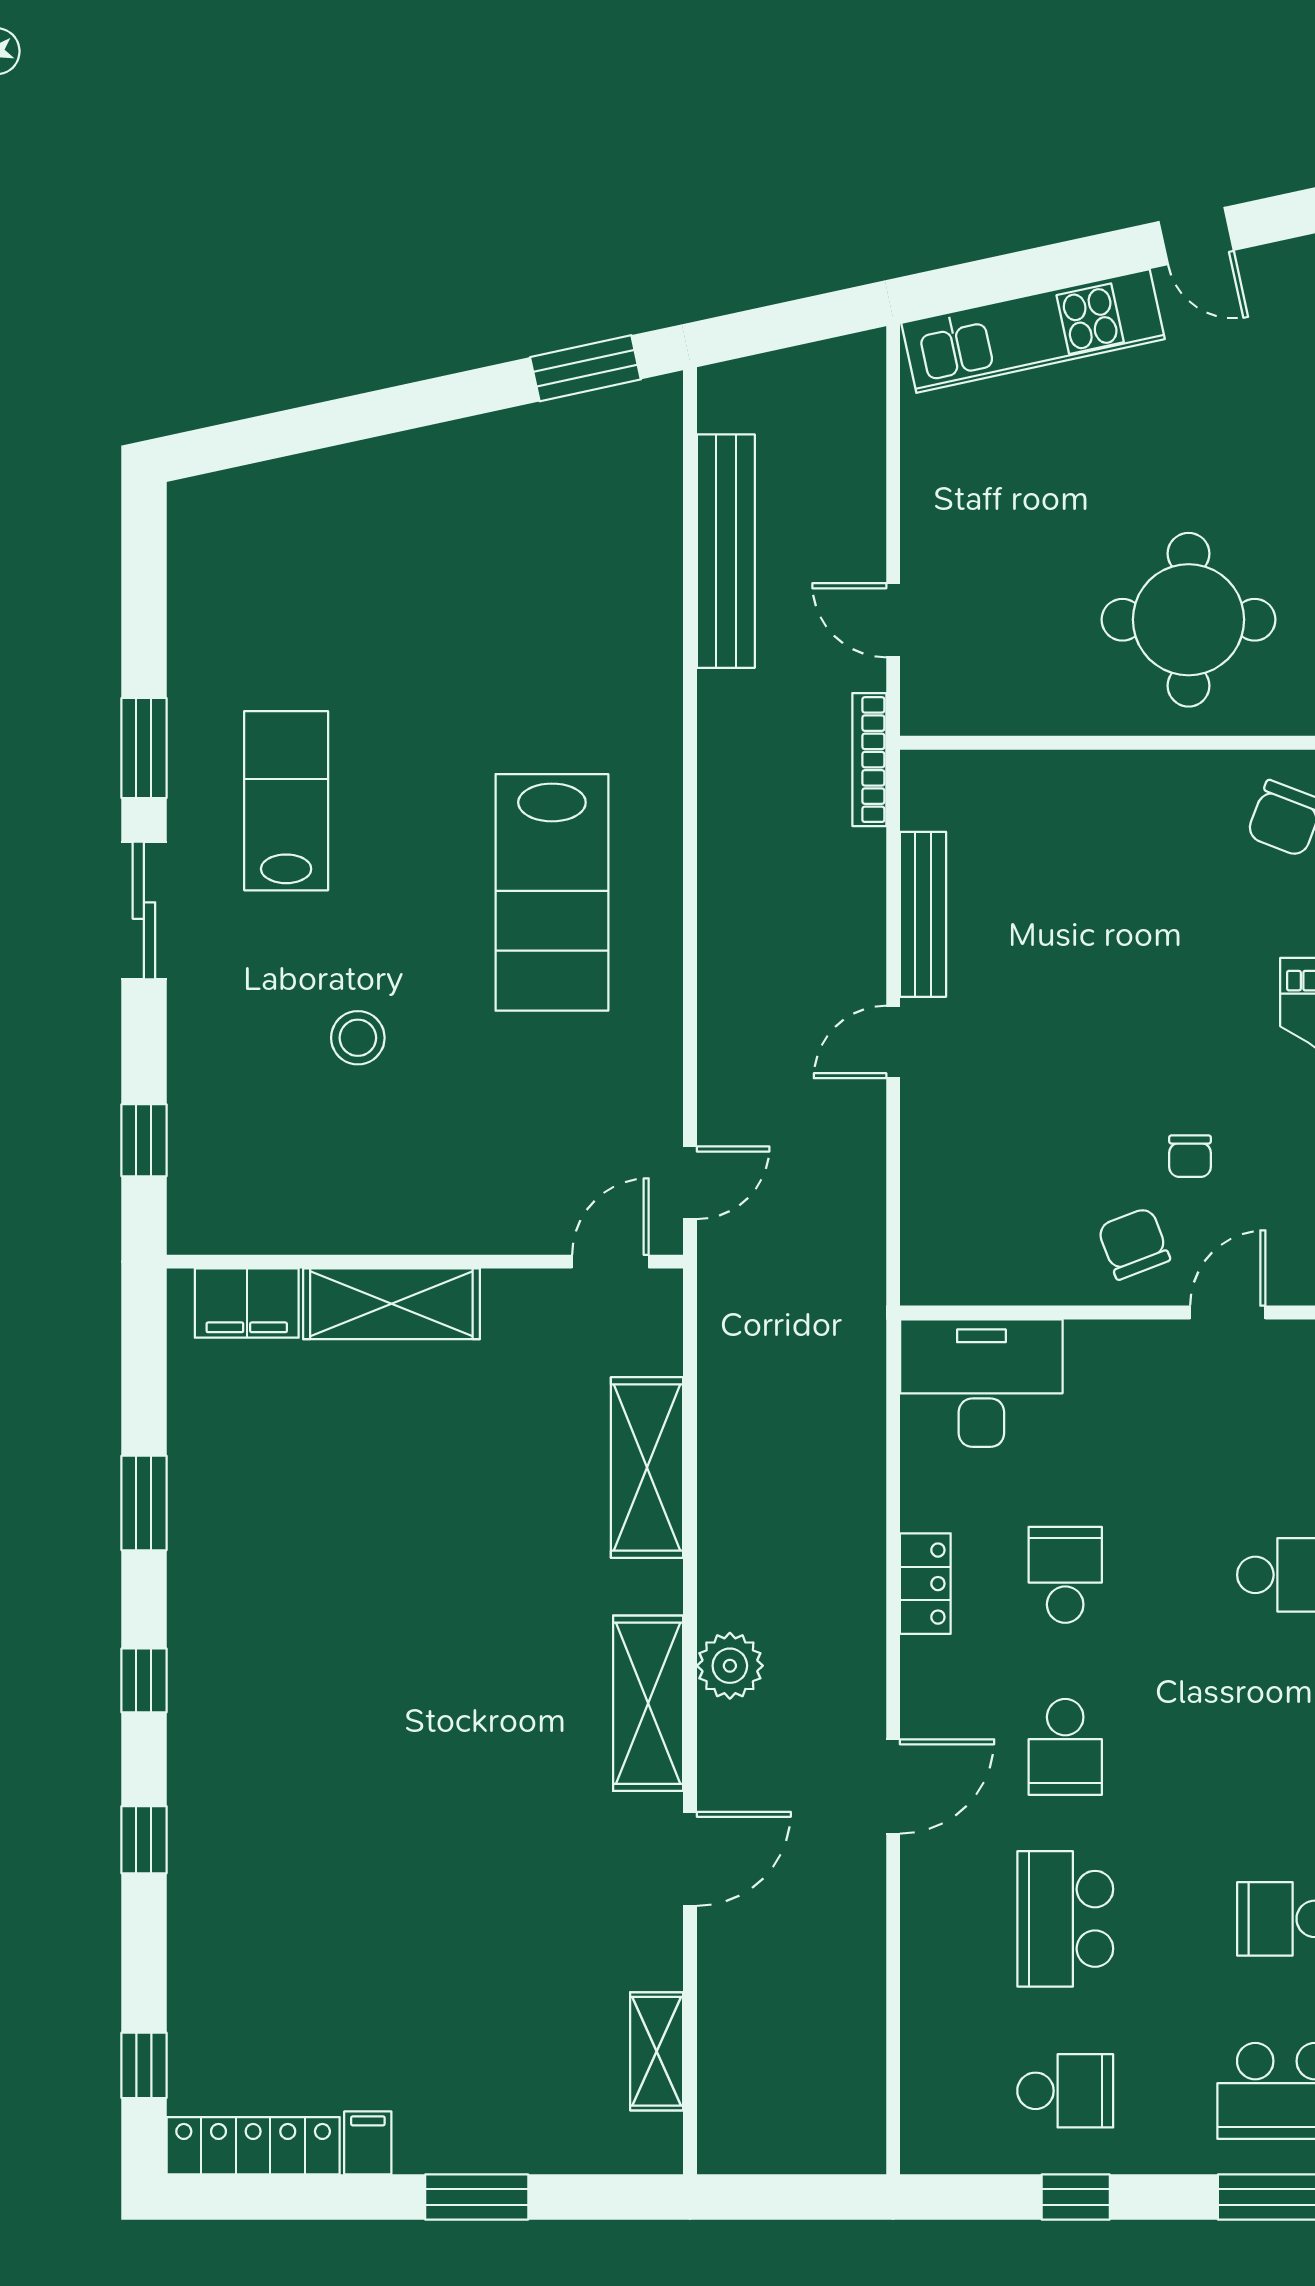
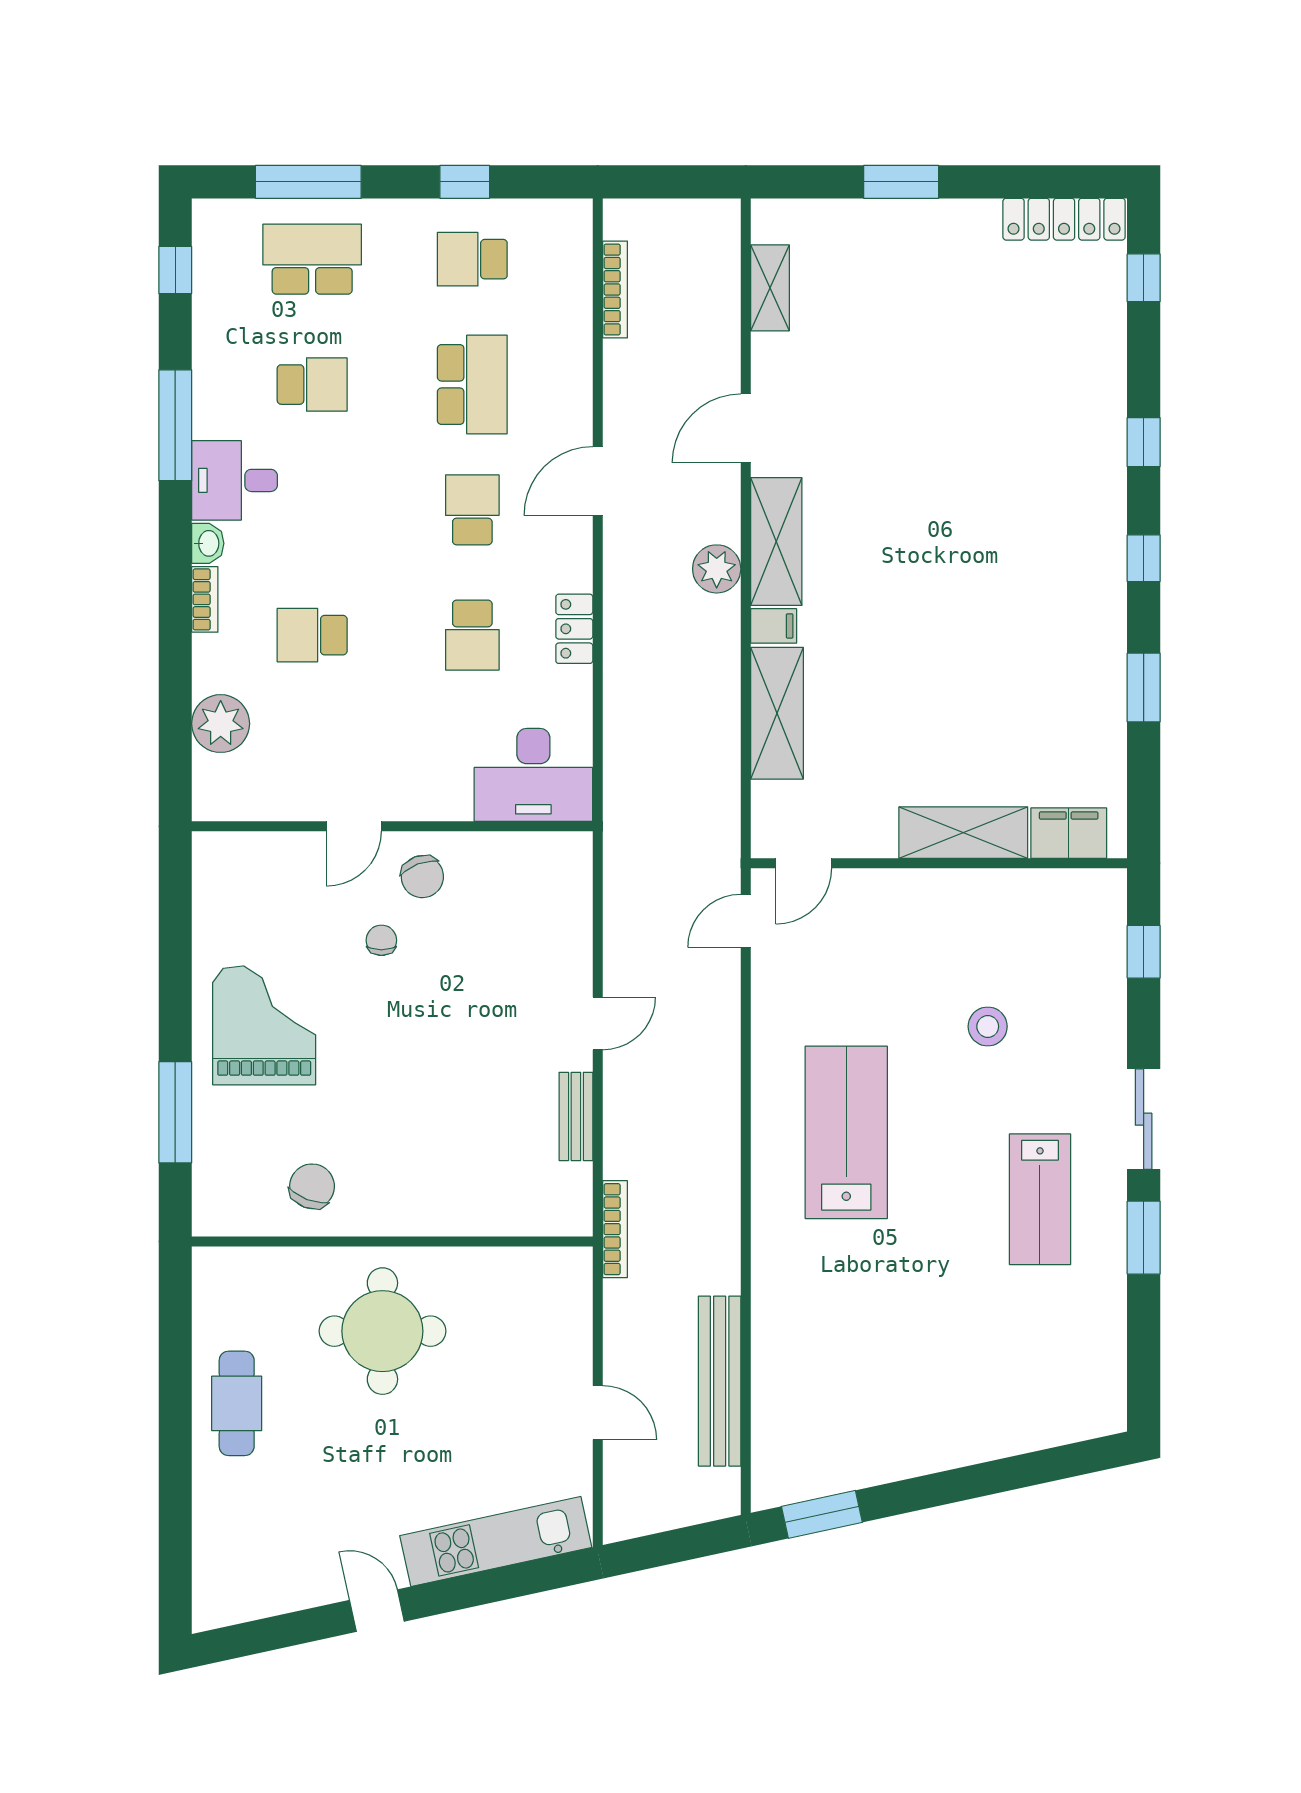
door: (893, 620) -> (598, 1413), moved
bench: (923, 914) -> (576, 1116), width x0.73
bookcase: (869, 2049) -> (615, 290), added
filing cabinet: (368, 2143) -> (774, 626), moved, turned -90

